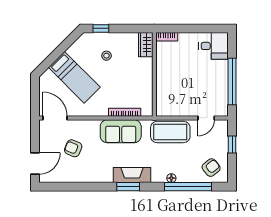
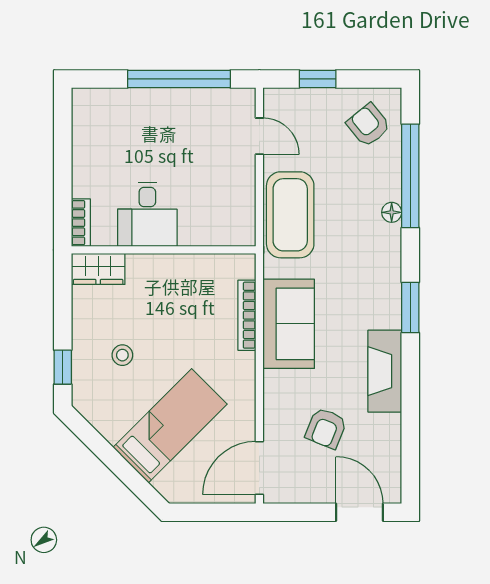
desk: (214, 46) -> (147, 214), moved, turned 180
fireplace: (132, 175) -> (385, 371), moved

